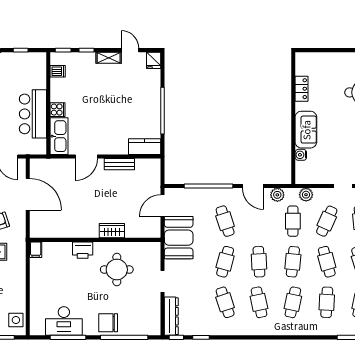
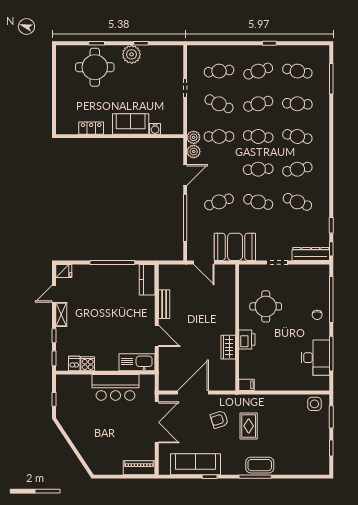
cooker: (58, 110) -> (88, 364), moved
plant: (306, 195) -> (194, 137), moved
wardrobe: (112, 231) -> (228, 347), moved
cafe table: (225, 302) -> (297, 202), turned 39
chair: (108, 323) -> (317, 315), width x0.54, depth x0.54

